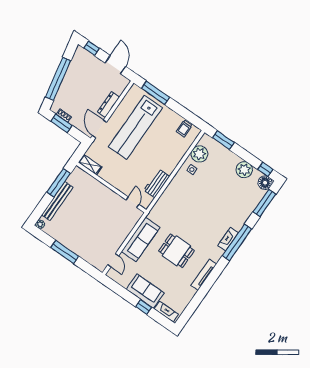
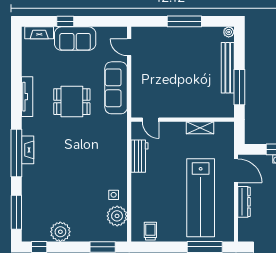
lab bench: (135, 127) -> (201, 198), turned 180
shelving: (90, 165) -> (200, 128), moved
floor lamp: (265, 183) -> (30, 233), removed

